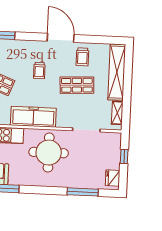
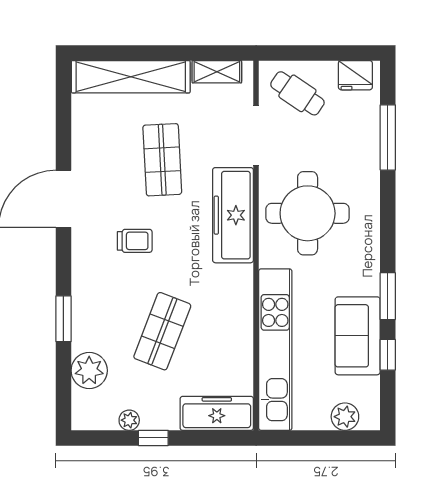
trolley: (82, 57) -> (102, 151), removed
freezer: (33, 117) -> (233, 215), moved
cafe table: (105, 150) -> (297, 93), added
window: (124, 156) -> (308, 53), removed

